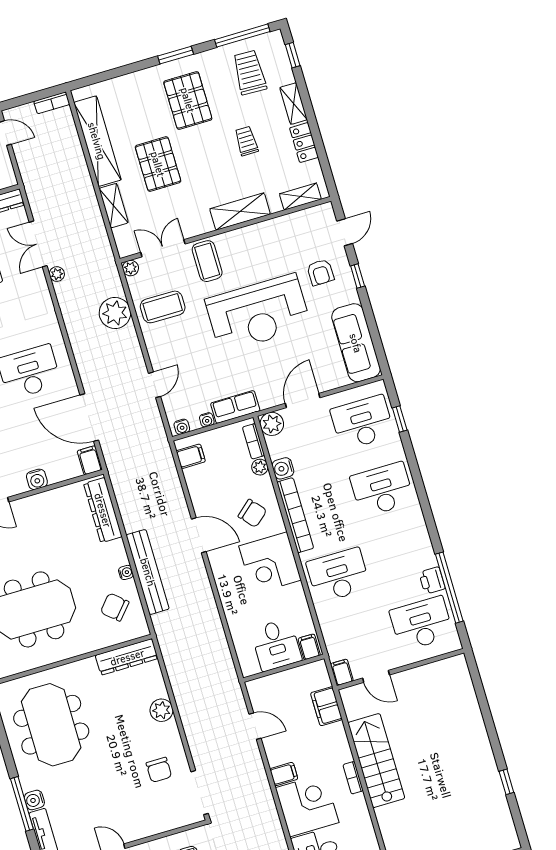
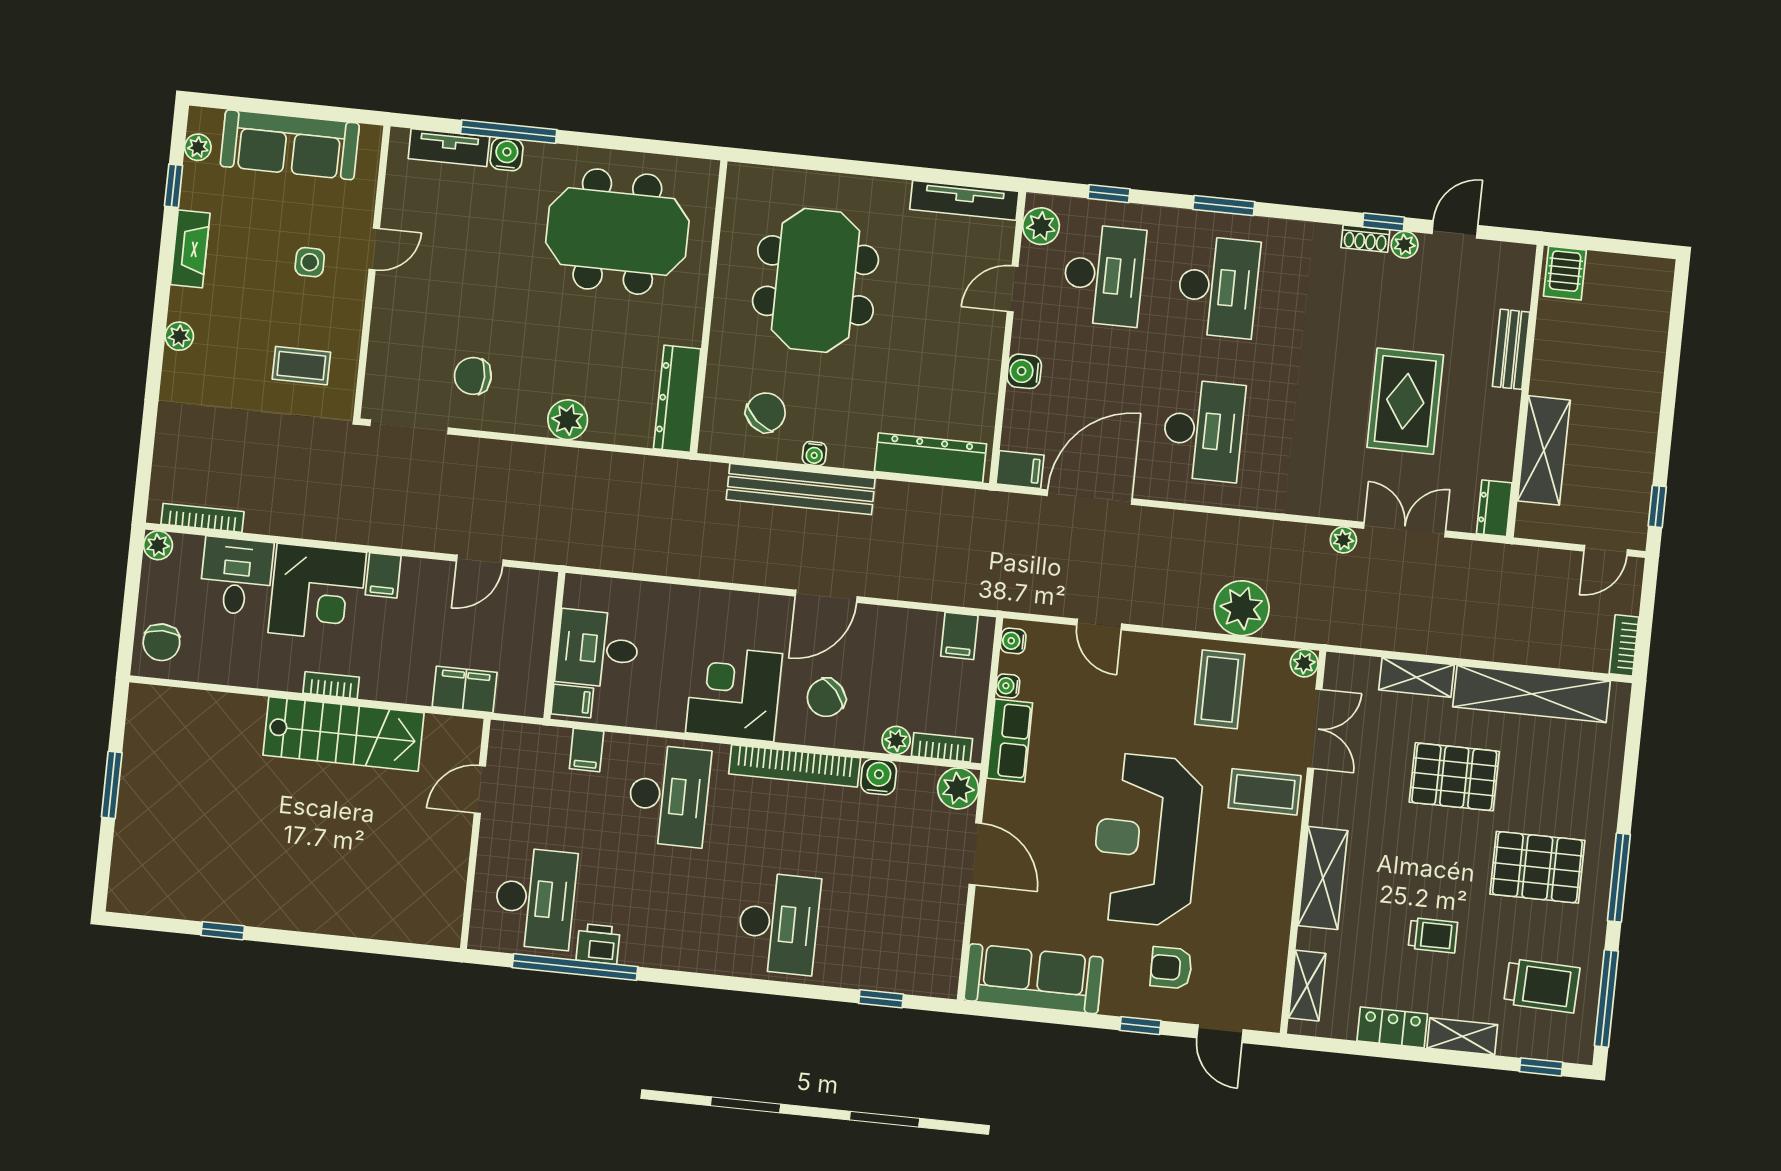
window: (176, 55) -> (1619, 878), width x1.44
desk: (362, 422) -> (900, 936), removed
filing cabinet: (342, 672) -> (587, 750), moved, turned 90

